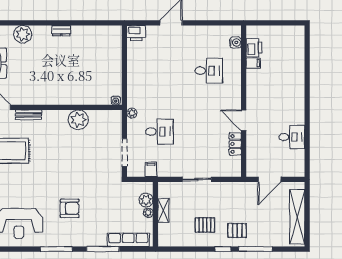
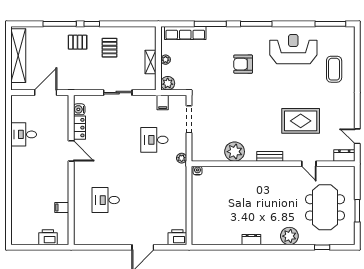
water cooler: (236, 42) -> (79, 109), moved
printer: (254, 48) -> (48, 237), moved, turned 90
bench: (29, 115) -> (270, 156), moved
plant: (146, 200) -> (168, 83), moved
pallet: (205, 225) -> (110, 48), turned 90

